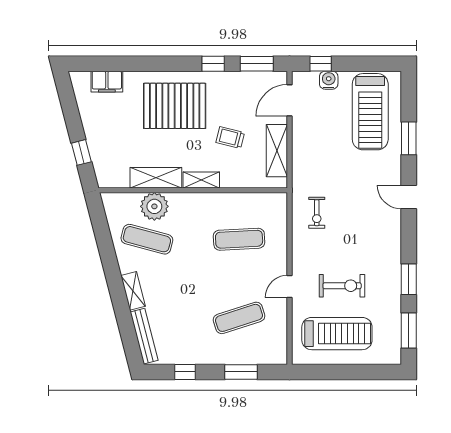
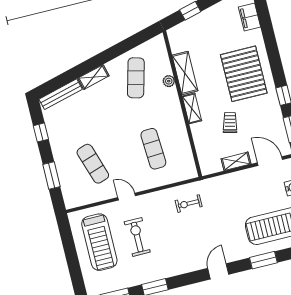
shelving: (277, 151) -> (236, 161), width x0.67, depth x0.75
plant: (154, 206) -> (169, 81), width x0.53, depth x0.53
exercise bike: (342, 286) -> (137, 237), turned 180

